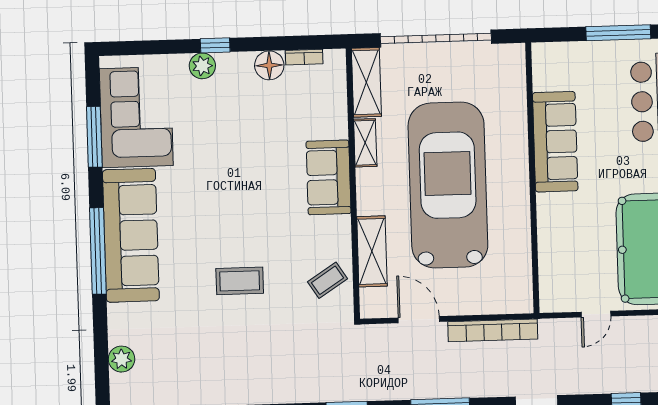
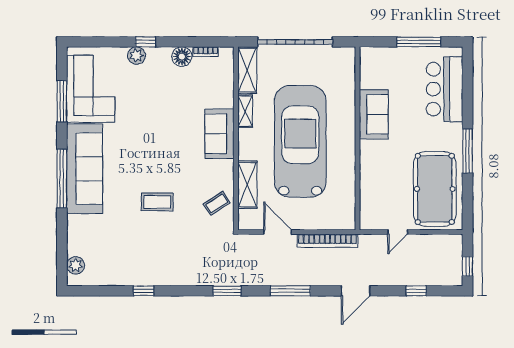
sofa: (555, 142) -> (374, 114), width x0.73
plant: (122, 359) -> (76, 265), moved

